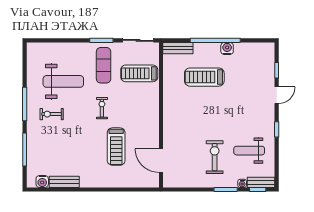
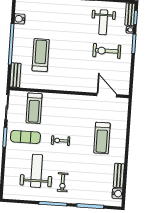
water cooler: (227, 48) -> (19, 19), moved
treadmill: (204, 77) -> (41, 55), turned 180
treadmill: (116, 147) -> (102, 138), moved, turned 90
door: (161, 161) -> (107, 95), swing flipped

